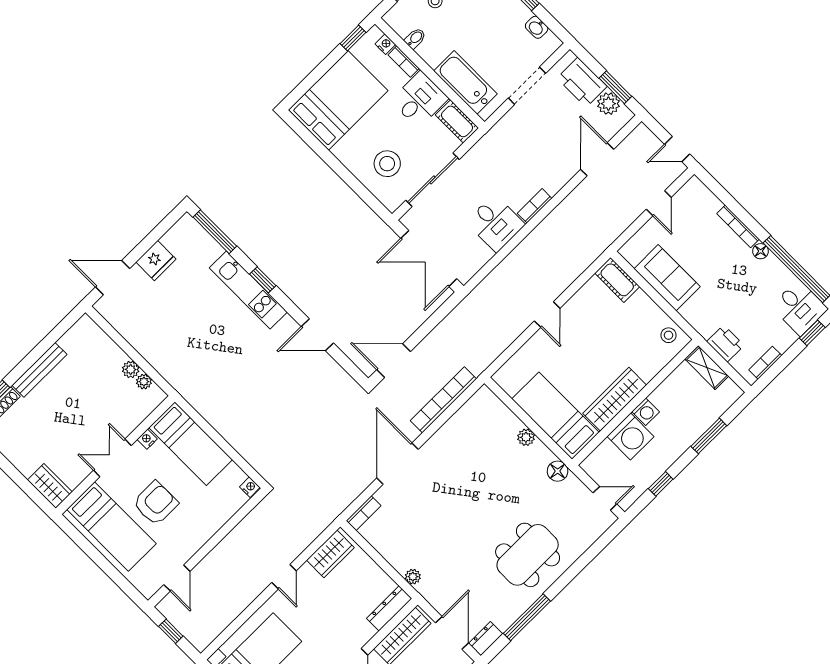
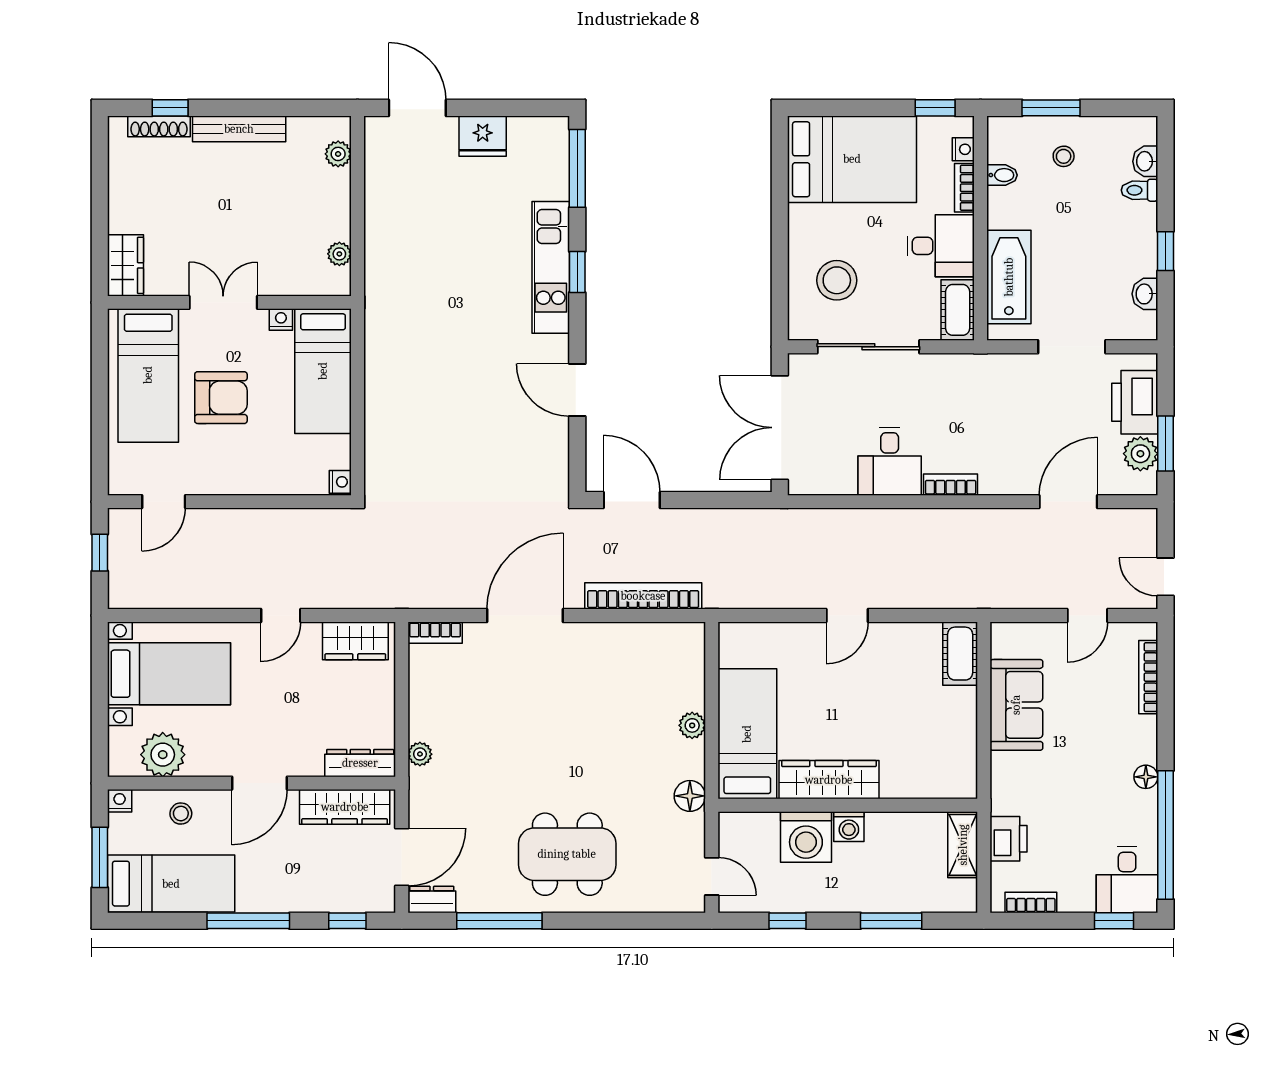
bookcase: (738, 226) -> (1148, 677), moved
stool: (668, 335) -> (956, 769), removed
plant: (131, 369) -> (338, 154), moved

